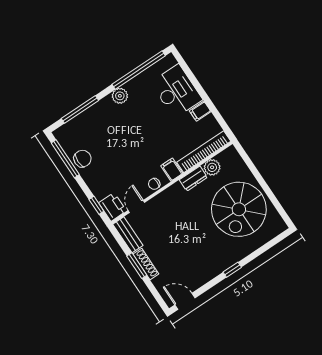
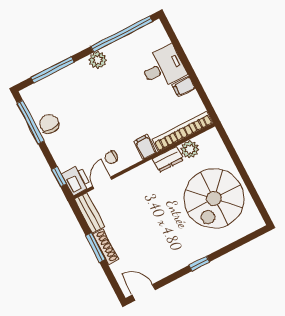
desk: (176, 91) -> (163, 68), width x0.73
chair: (82, 159) -> (49, 124), turned -90
chair: (154, 184) -> (111, 157), moved

